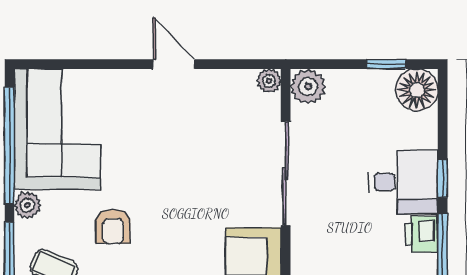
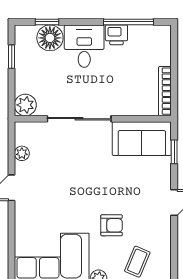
plant: (269, 81) -> (22, 153), moved
floor lamp: (417, 90) -> (50, 38), moved
window: (443, 178) -> (47, 22), moved

